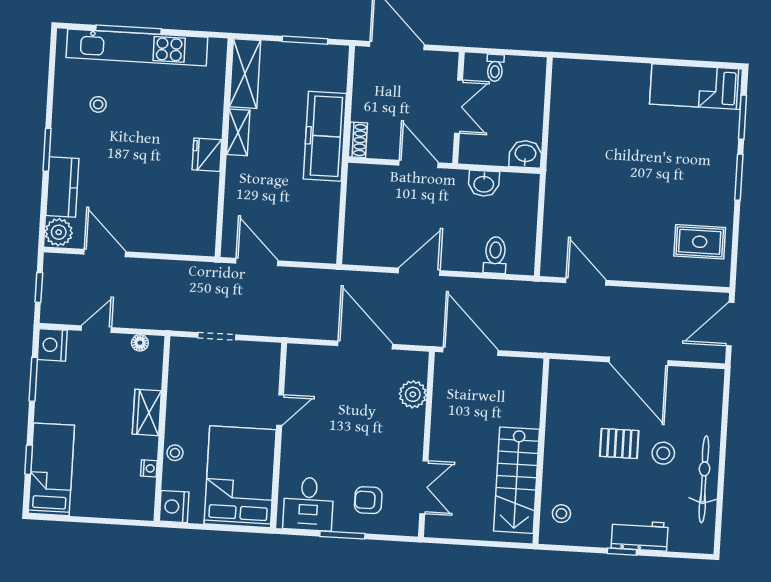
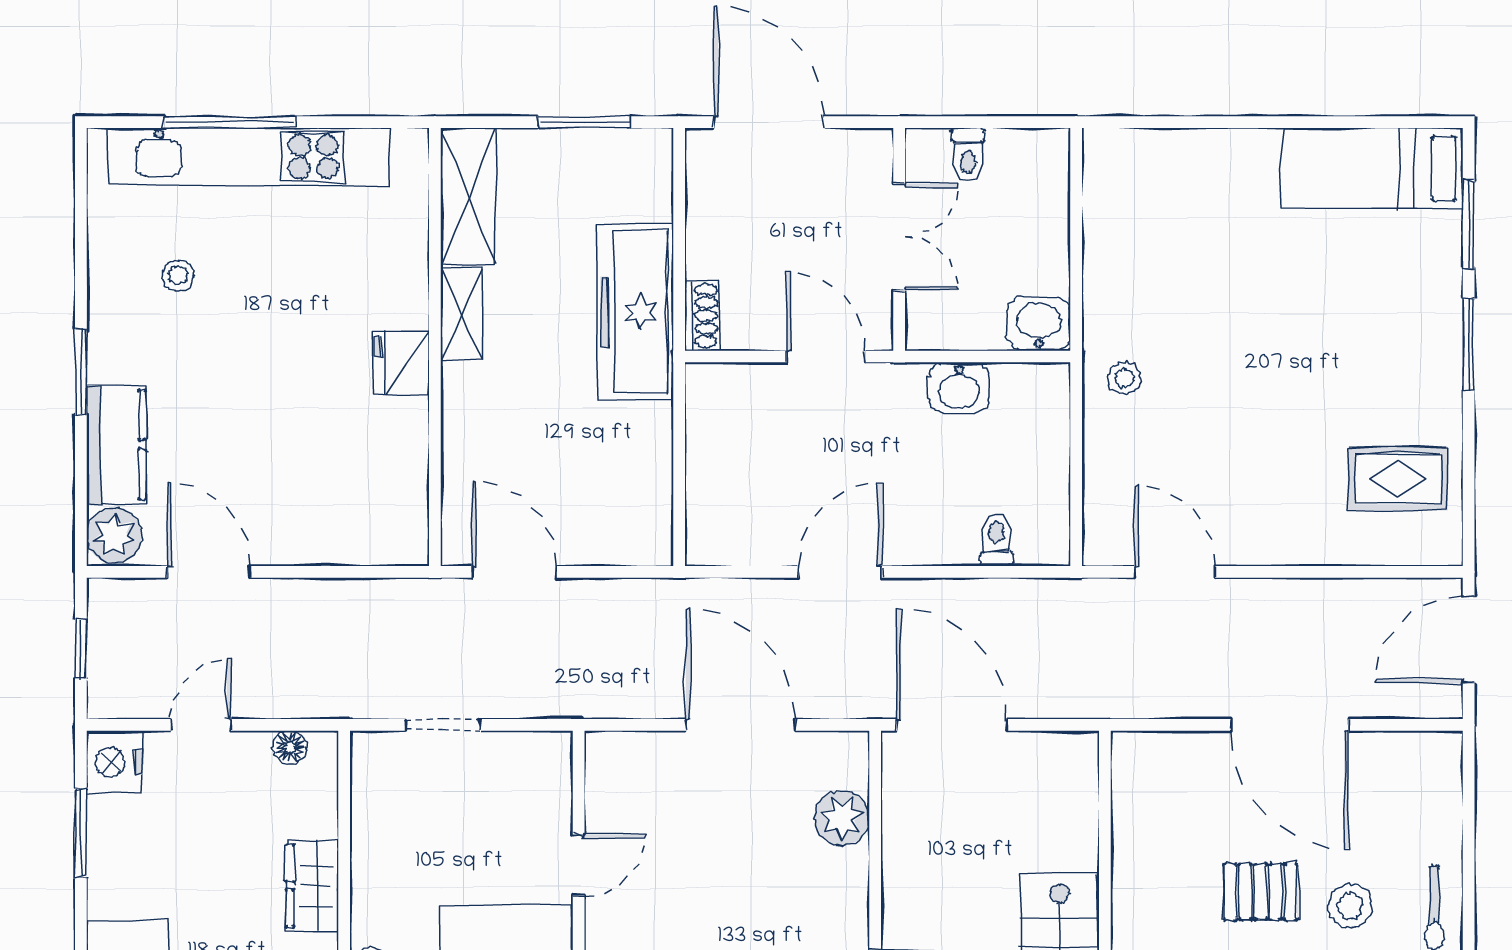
stool: (567, 184) -> (1124, 378), added
toilet: (495, 255) -> (996, 540), width x0.73, depth x0.72

